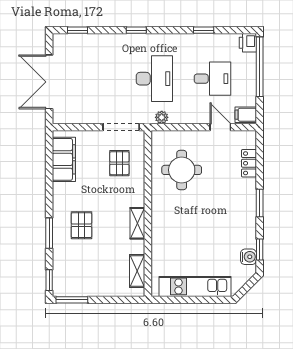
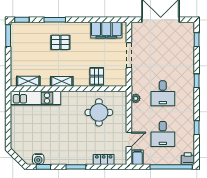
desk: (154, 79) -> (163, 93), width x0.73
doorway: (121, 127) -> (129, 55), moved
pallet: (119, 163) -> (97, 76), moved, turned 90
kitchen unit: (195, 286) -> (35, 98), moved, turned 90

